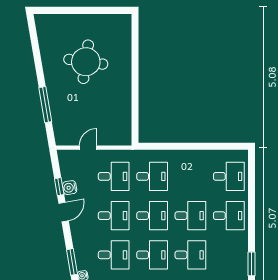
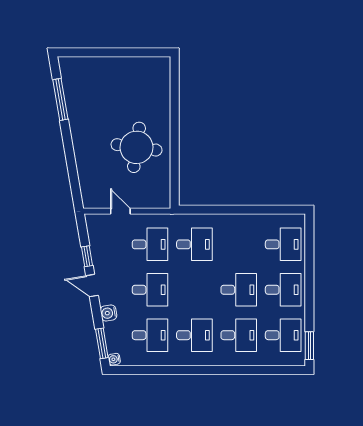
round table: (86, 62) -> (137, 147), moved
window: (45, 105) -> (60, 99), moved
door: (88, 148) -> (120, 211), hinge flipped
water cooler: (70, 188) -> (108, 313), moved
door: (64, 212) -> (92, 286), swing flipped
desk: (152, 216) -> (283, 335), moved

